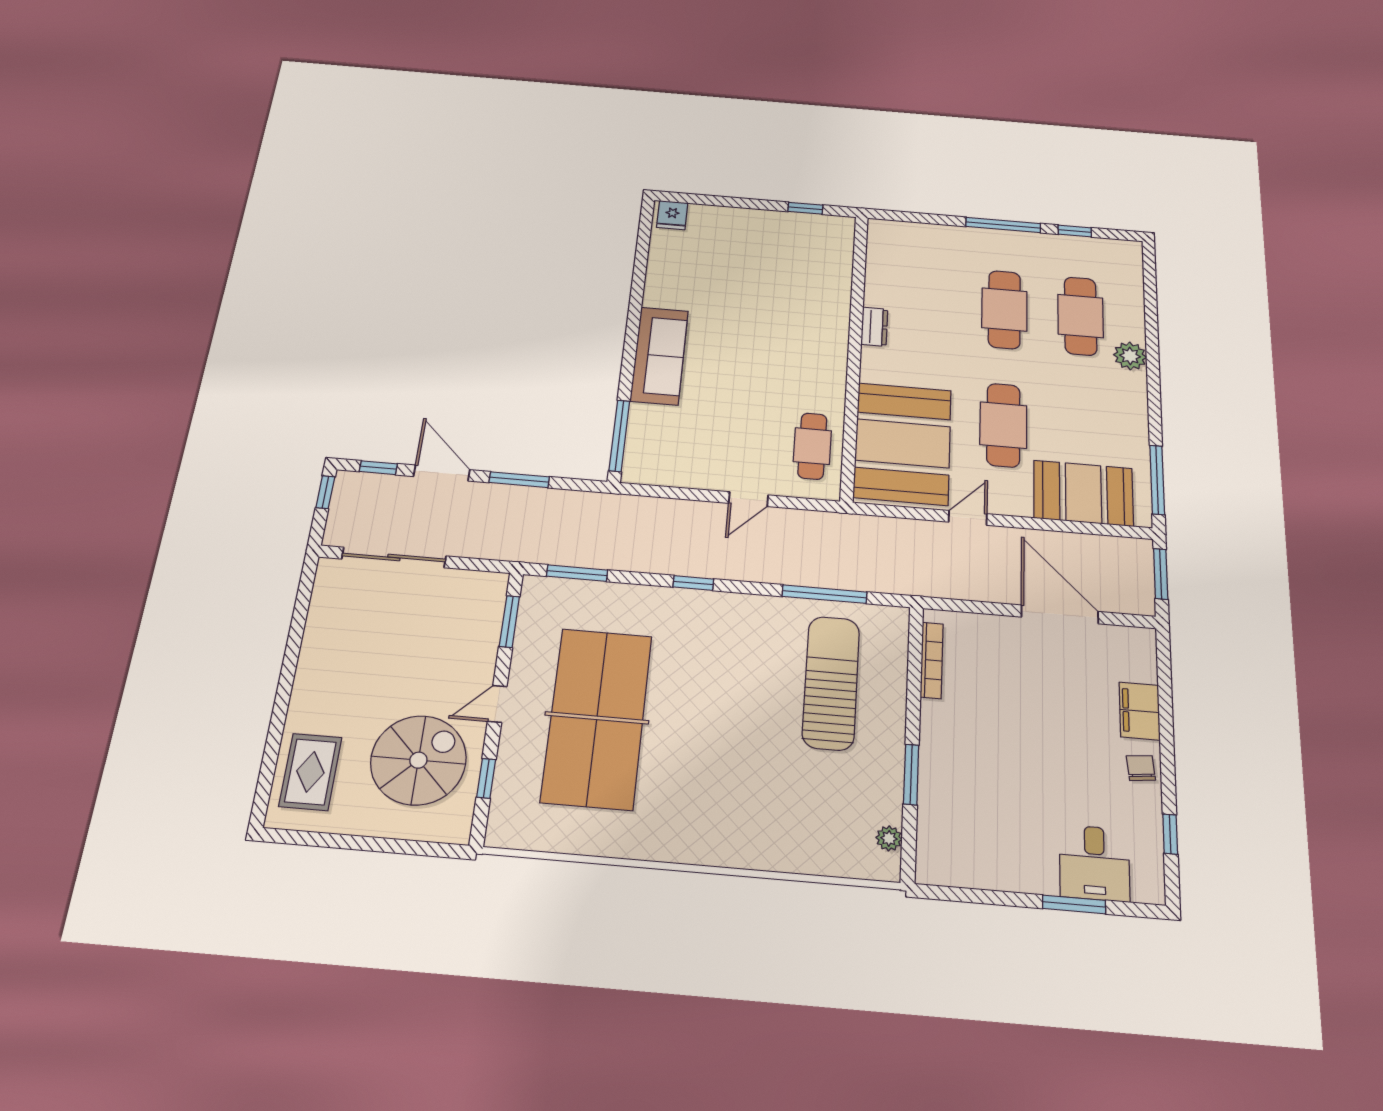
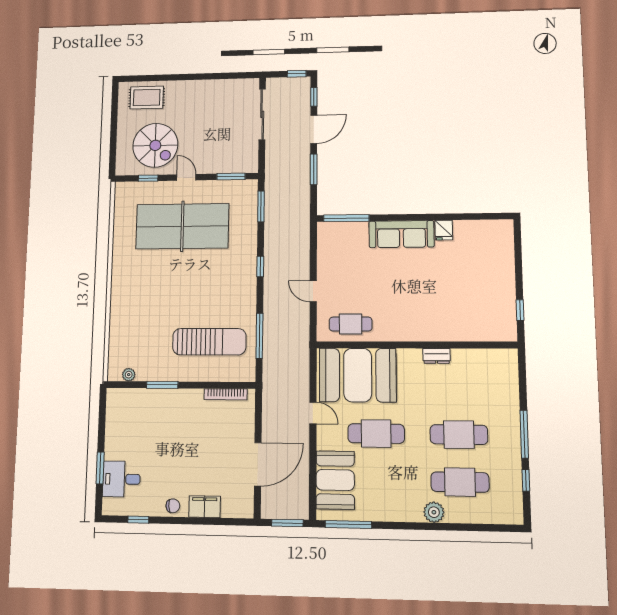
fridge: (672, 215) -> (444, 230), moved, turned -90

